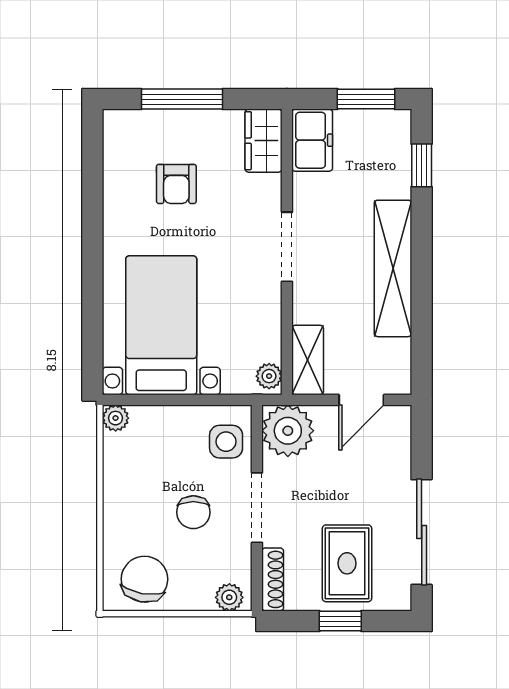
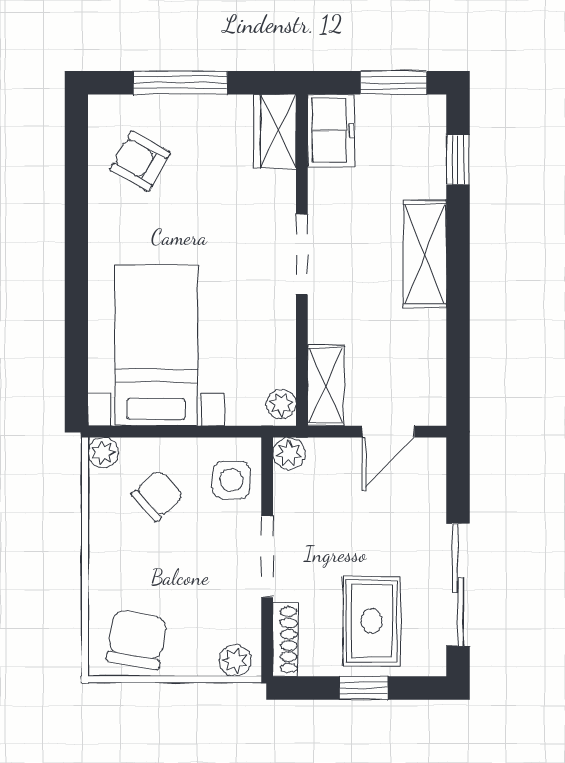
armchair: (176, 184) -> (140, 161), moved, turned 119
shelving: (393, 268) -> (425, 254), width x0.68
plant: (288, 431) -> (289, 453), width x0.53, depth x0.53
chair: (193, 512) -> (157, 495), moved, turned -133

